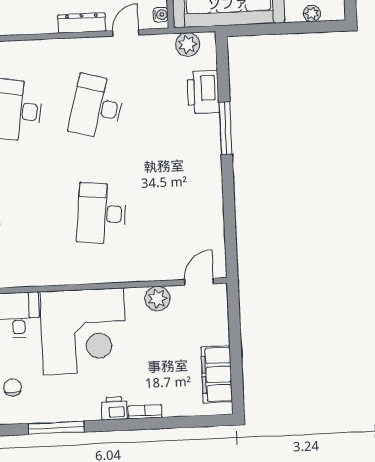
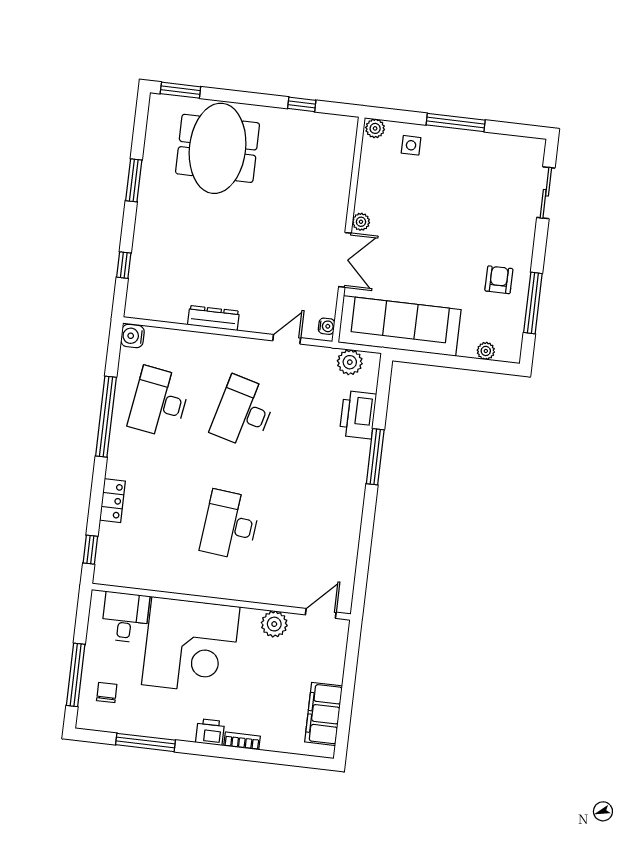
dresser: (82, 23) -> (213, 318), moved

